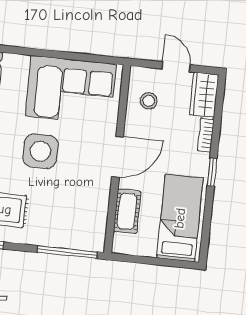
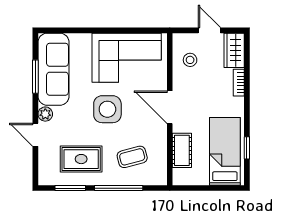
door: (118, 157) -> (170, 107), swing flipped
window: (212, 172) -> (247, 148), moved
coffee table: (65, 213) -> (132, 157), added
window: (67, 252) -> (119, 188), moved

